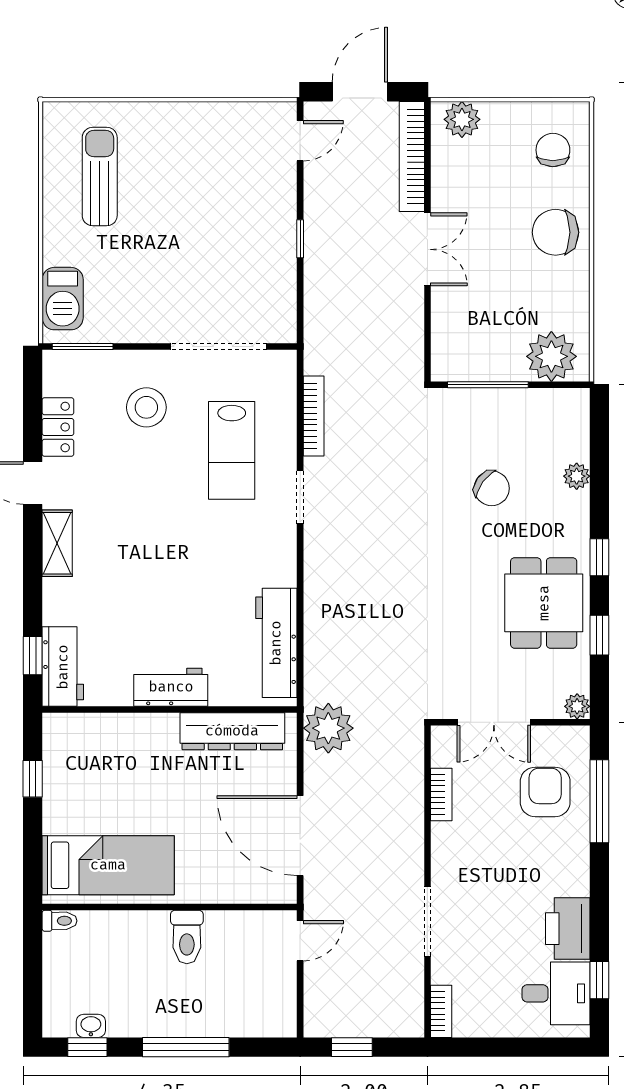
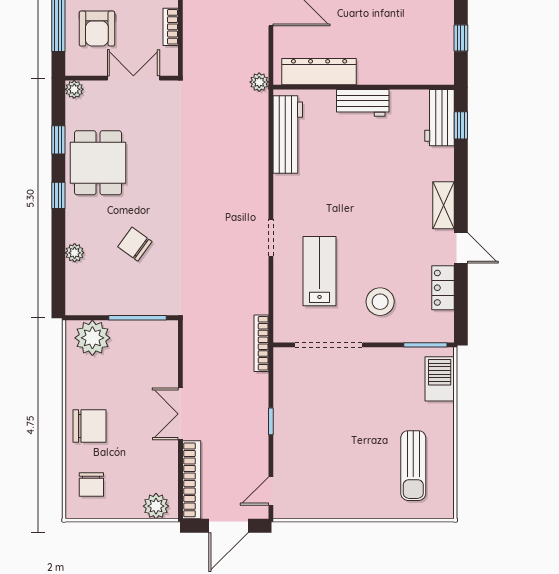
bookcase: (314, 416) -> (261, 343), moved
plant: (328, 728) -> (259, 82), width x0.53, depth x0.53

